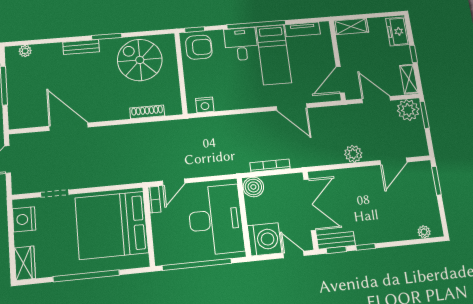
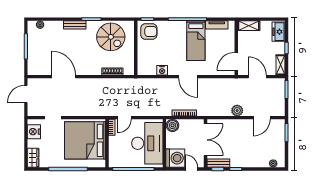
desk: (241, 44) -> (176, 32), removed
spiral stairs: (140, 60) -> (111, 37), turned 180
nightstand: (205, 105) -> (162, 70), moved
door: (292, 107) -> (188, 77), moved
plant: (408, 110) -> (277, 85), removed

